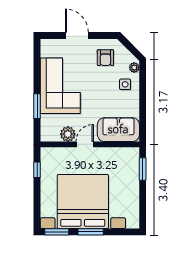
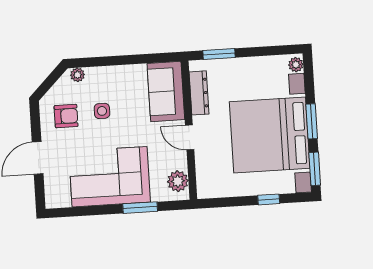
side table: (125, 84) -> (102, 111), moved
plant: (68, 134) -> (178, 181), moved
dresser: (116, 153) -> (199, 93), added
window: (37, 170) -> (269, 199), moved
plant: (132, 223) -> (296, 65), added

